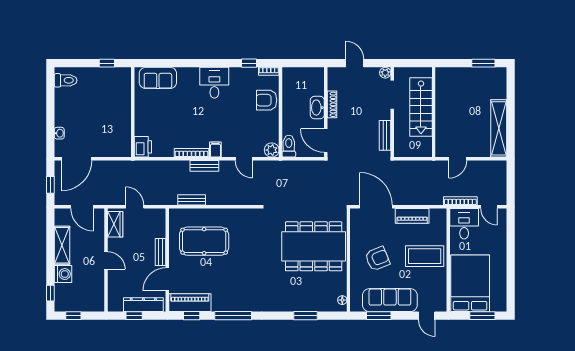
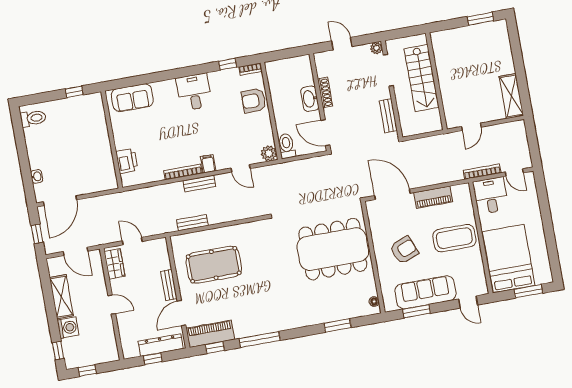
shelving: (499, 128) -> (511, 96), width x0.68
printer: (143, 147) -> (127, 161), moved

